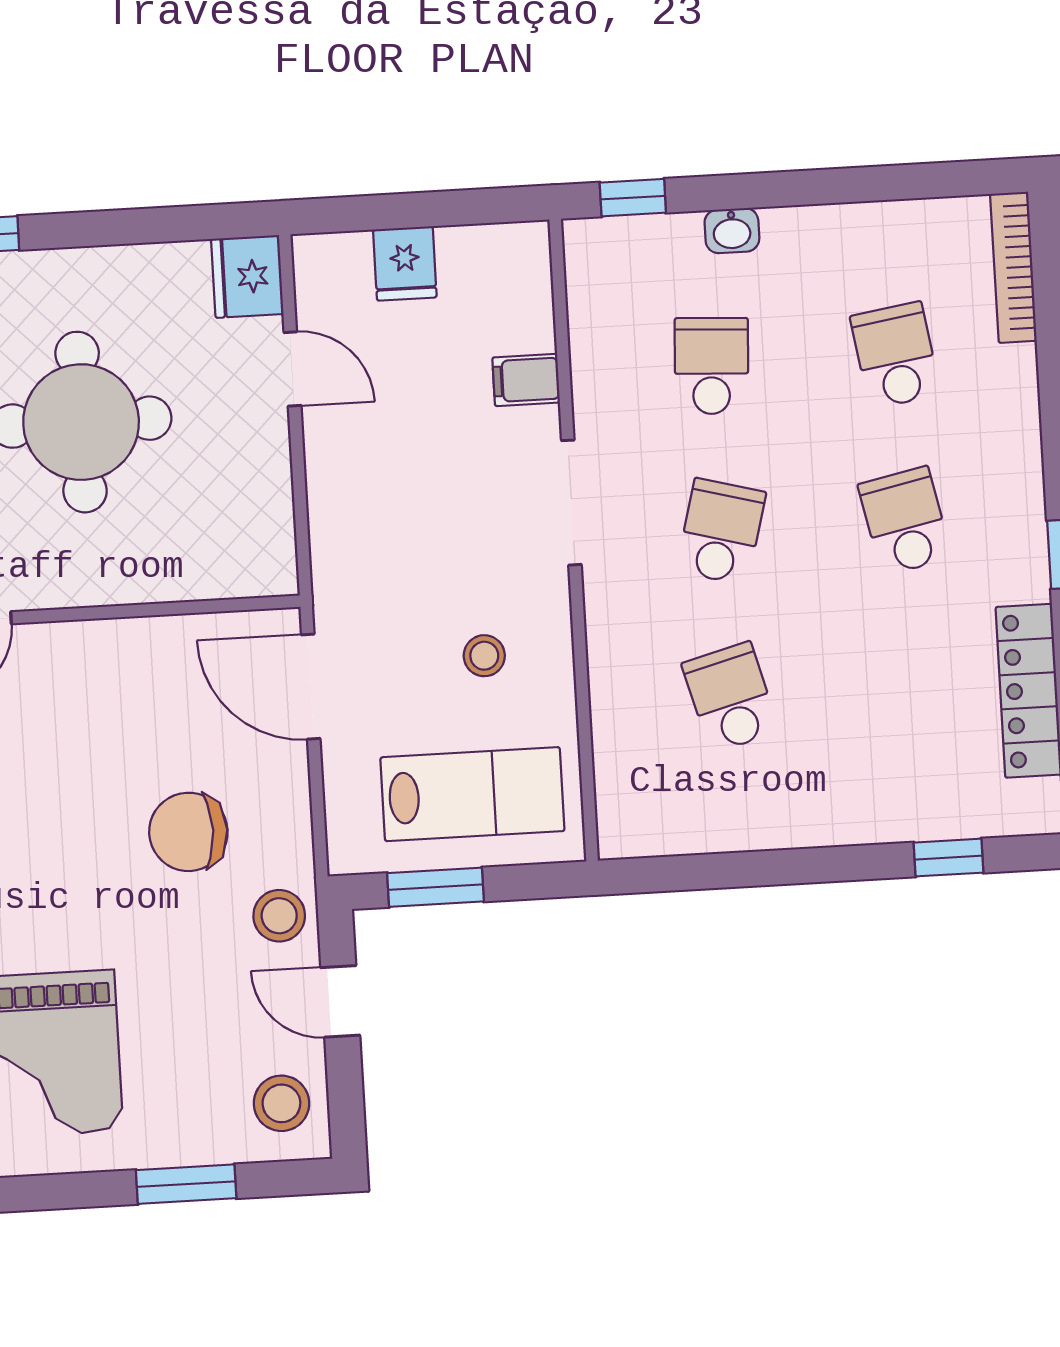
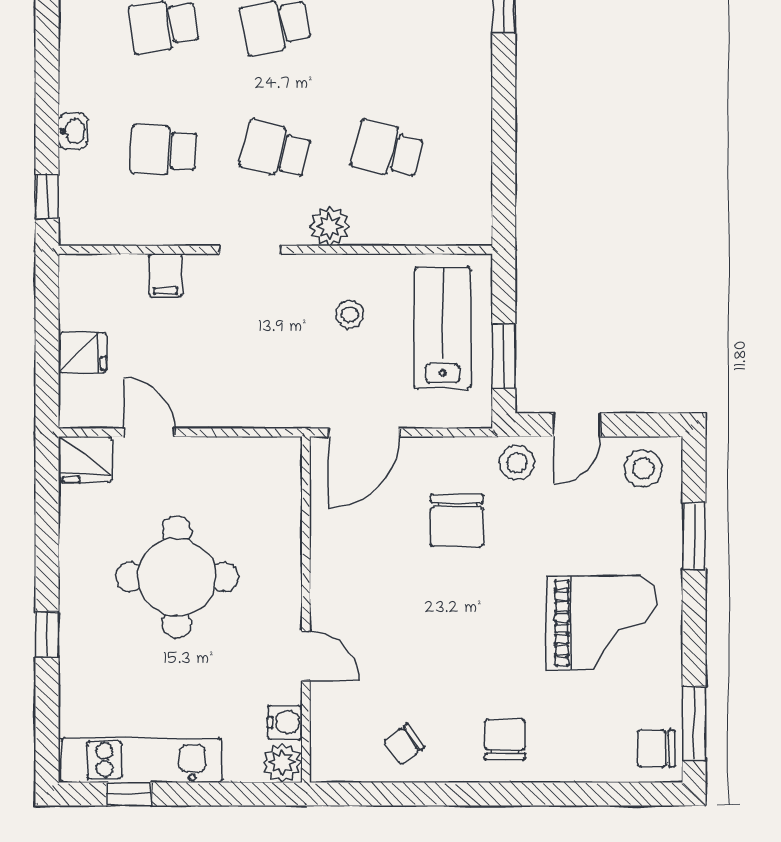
door: (292, 369) -> (149, 432), hinge flipped
doorway: (571, 503) -> (250, 250), width x0.73
plant: (613, 619) -> (330, 226), added
school desk: (731, 697) -> (387, 150), turned 30

